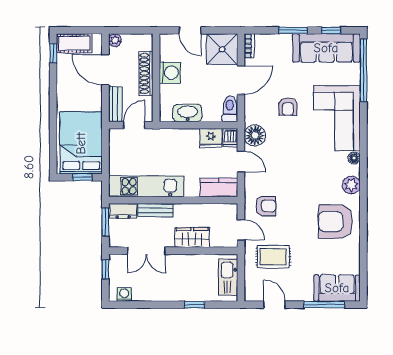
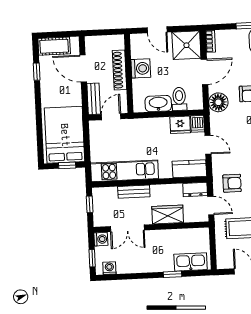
plant: (115, 40) -> (91, 42), removed
window: (53, 53) -> (37, 72), moved
toilet: (230, 109) -> (179, 99), moved
floor lamp: (255, 135) -> (218, 102), moved
dresser: (123, 211) -> (195, 189), moved
window: (105, 222) -> (90, 204), width x0.67
washing machine: (116, 262) -> (101, 239), added
window: (105, 269) -> (92, 258), moved
kitchen sink: (228, 277) -> (191, 262), moved, turned 90

